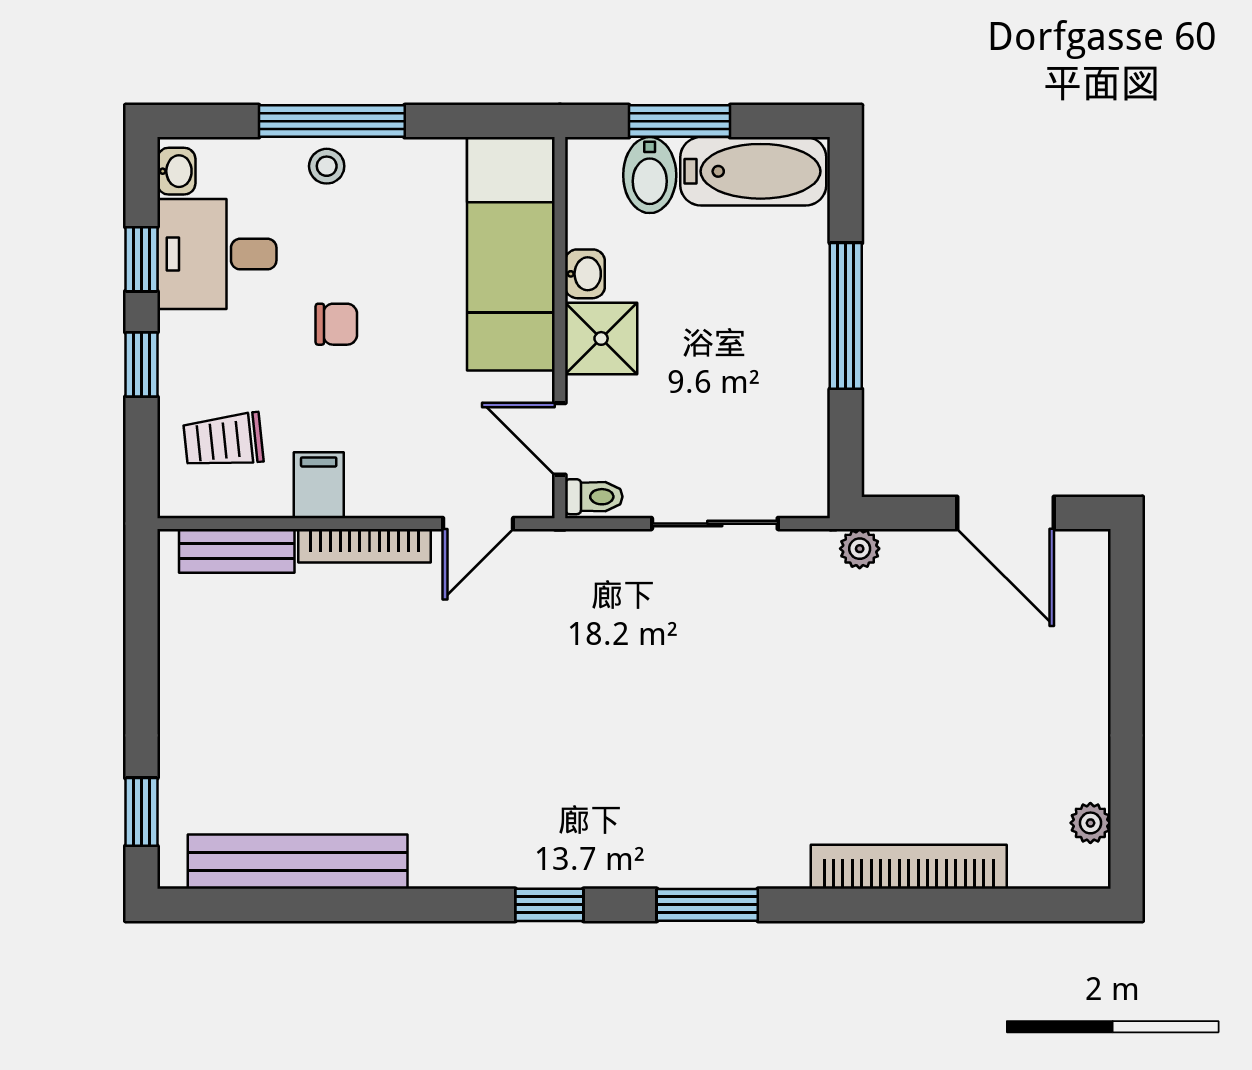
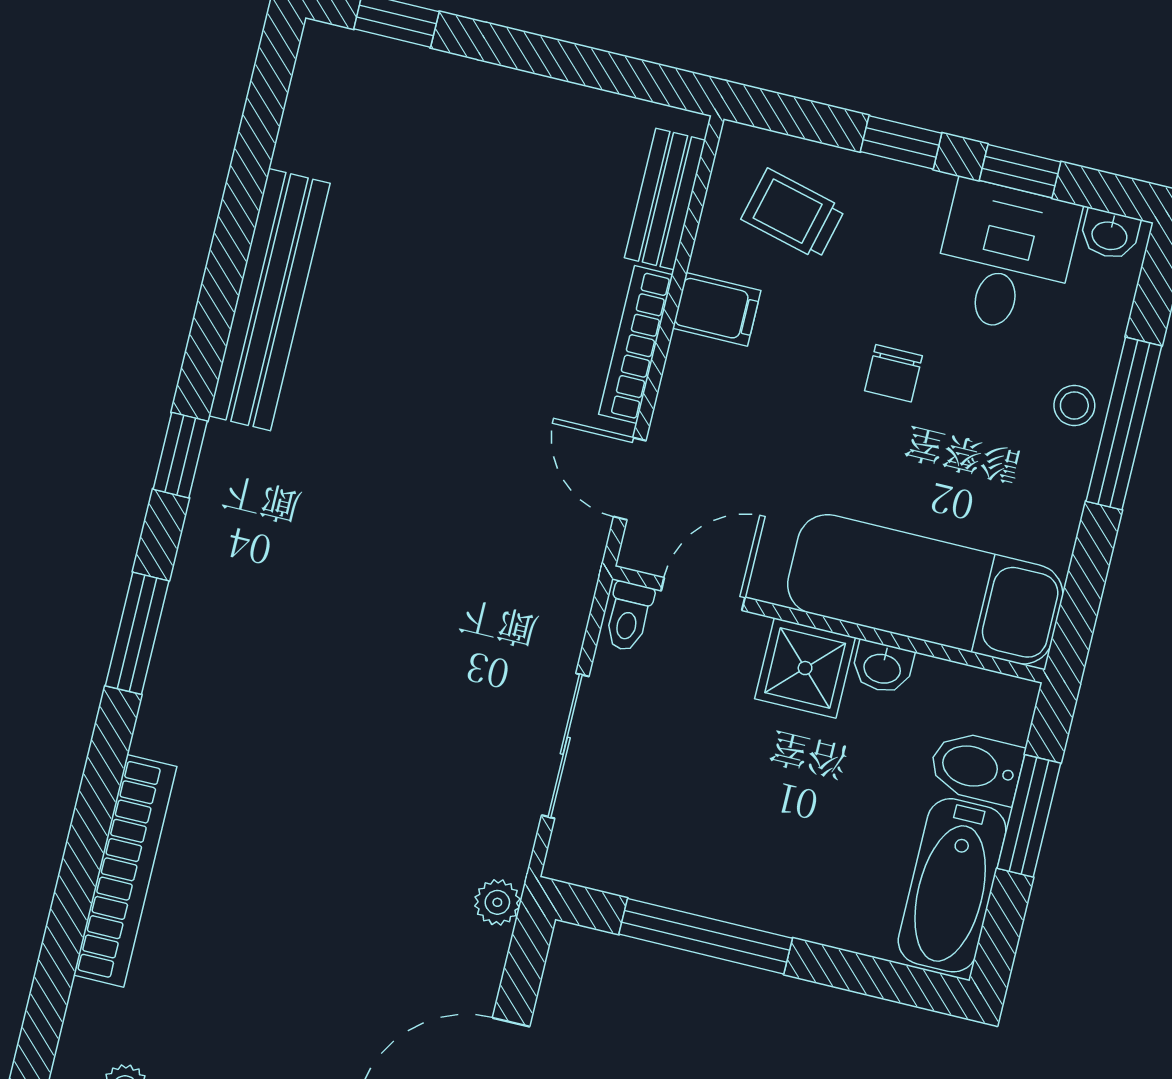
window: (846, 316) -> (706, 936), moved
trolley: (223, 440) -> (793, 214), turned -70
bench: (298, 862) -> (269, 300), moved

